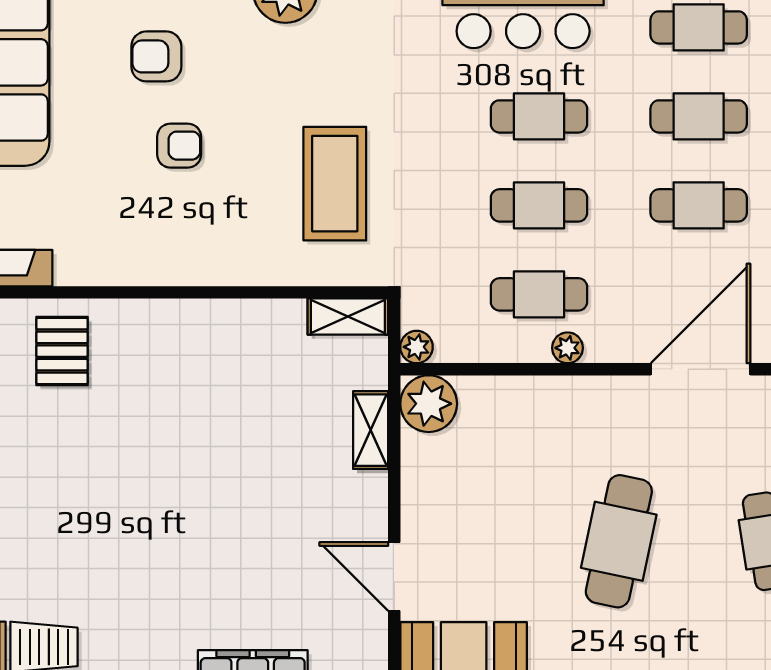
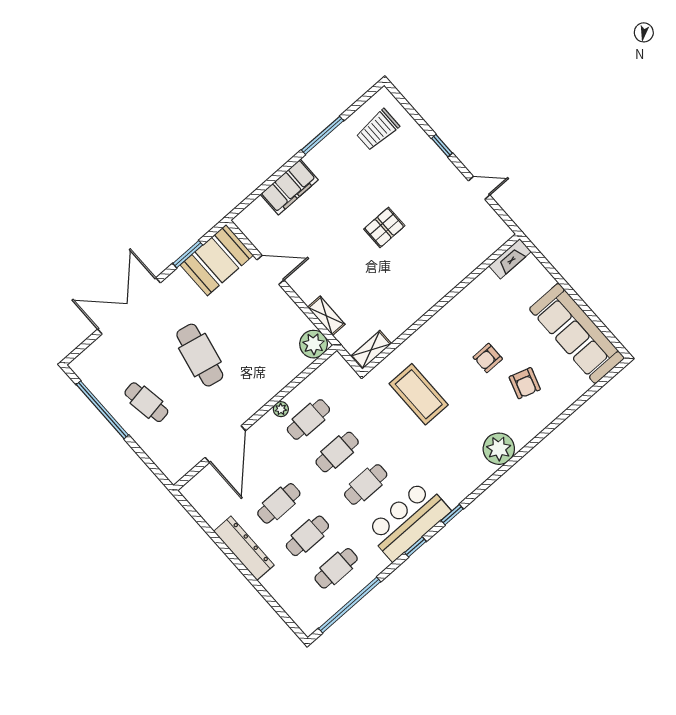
armchair: (156, 56) -> (525, 383), turned 108
plant: (417, 347) -> (336, 361), removed
pallet: (62, 351) -> (384, 227), moved, turned 90

